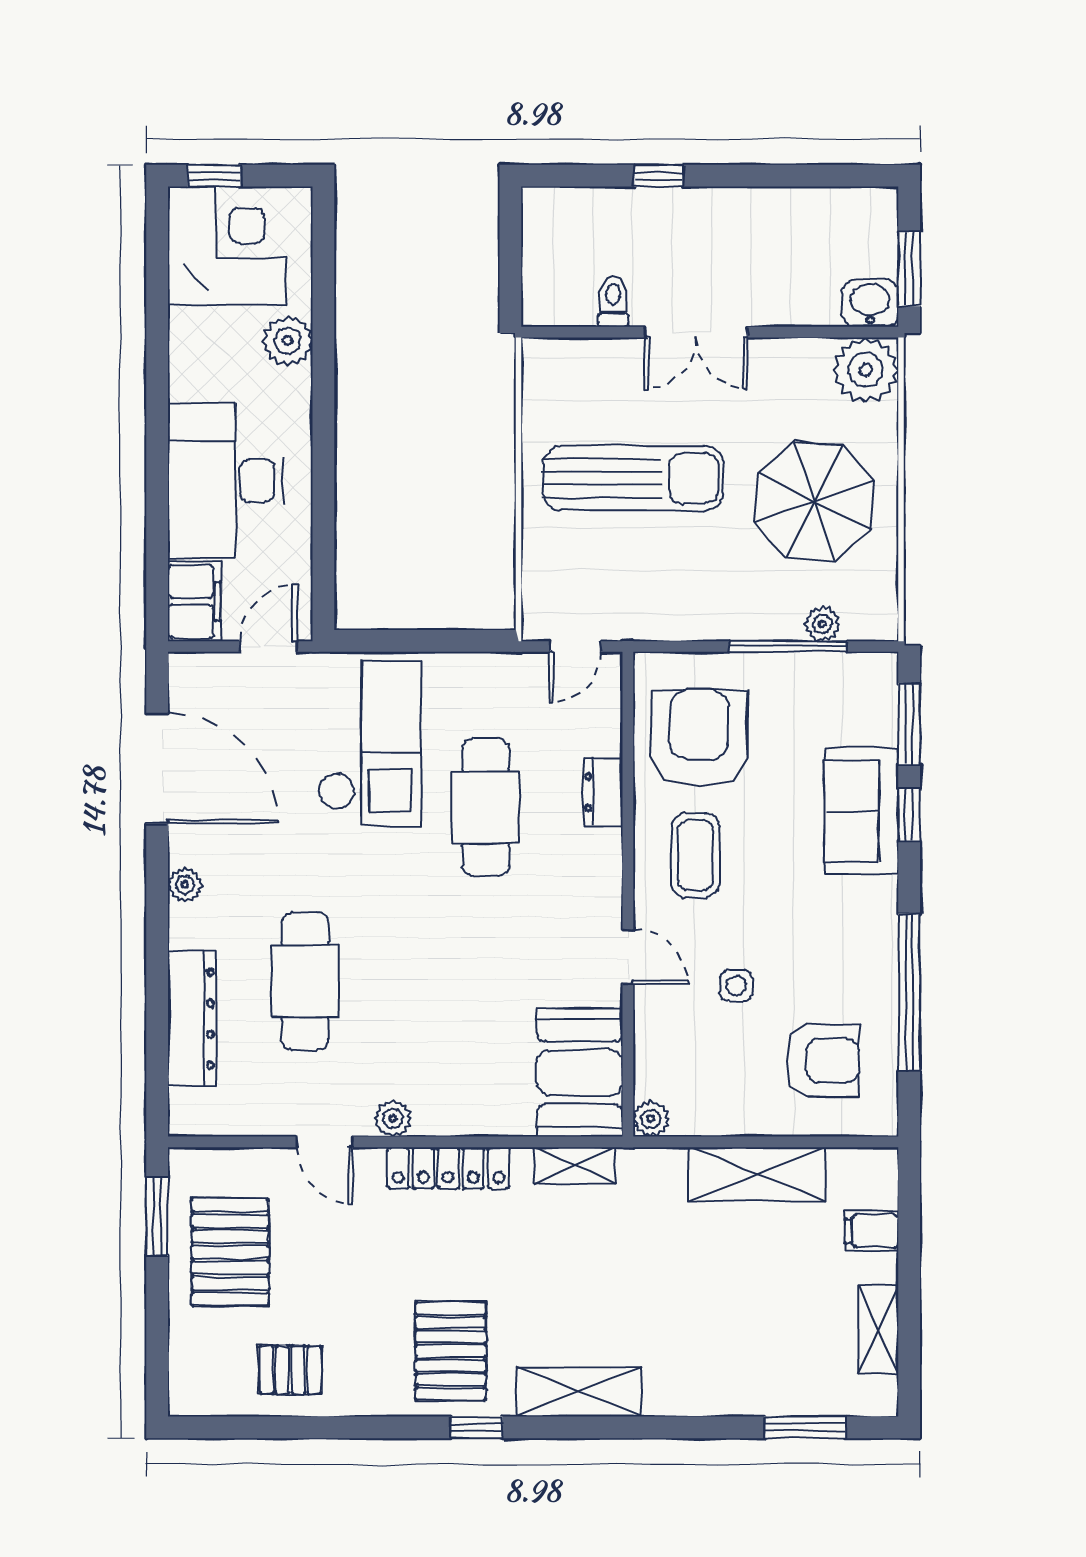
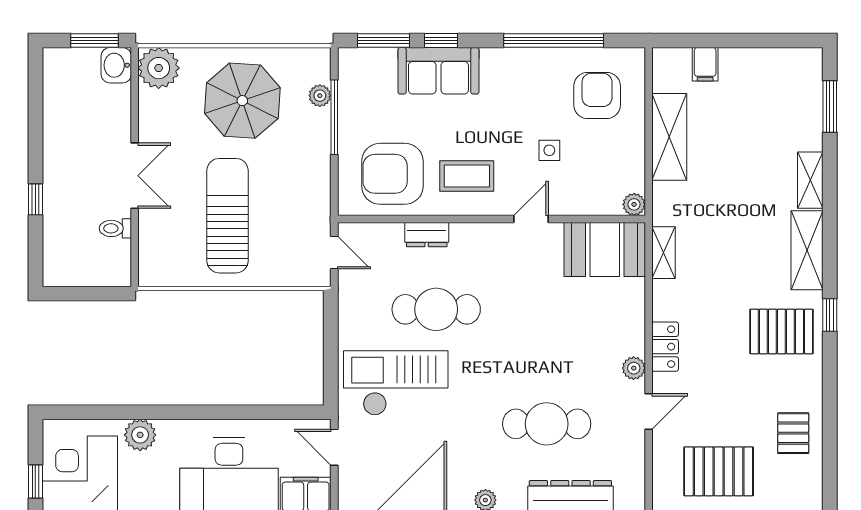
locker: (448, 1168) -> (665, 347), width x0.66
shelving: (878, 1329) -> (810, 180), moved, turned 90

